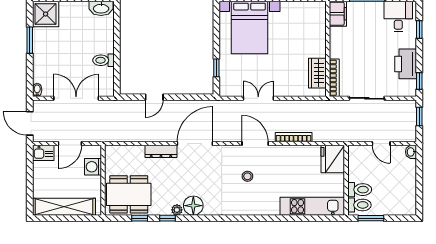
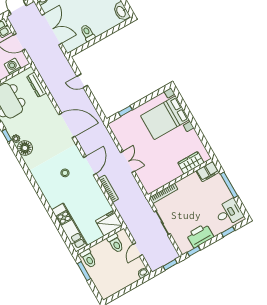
wardrobe: (317, 73) -> (191, 163), moved
double door: (258, 98) -> (128, 162), moved
dresser: (161, 151) -> (37, 85), moved
toilet: (360, 190) -> (115, 243), moved

